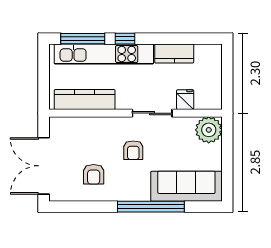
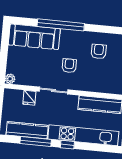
window: (83, 39) -> (36, 142), moved
kitchen counter: (174, 53) -> (27, 130), width x1.50
plant: (209, 130) -> (10, 79), width x0.53, depth x0.53

